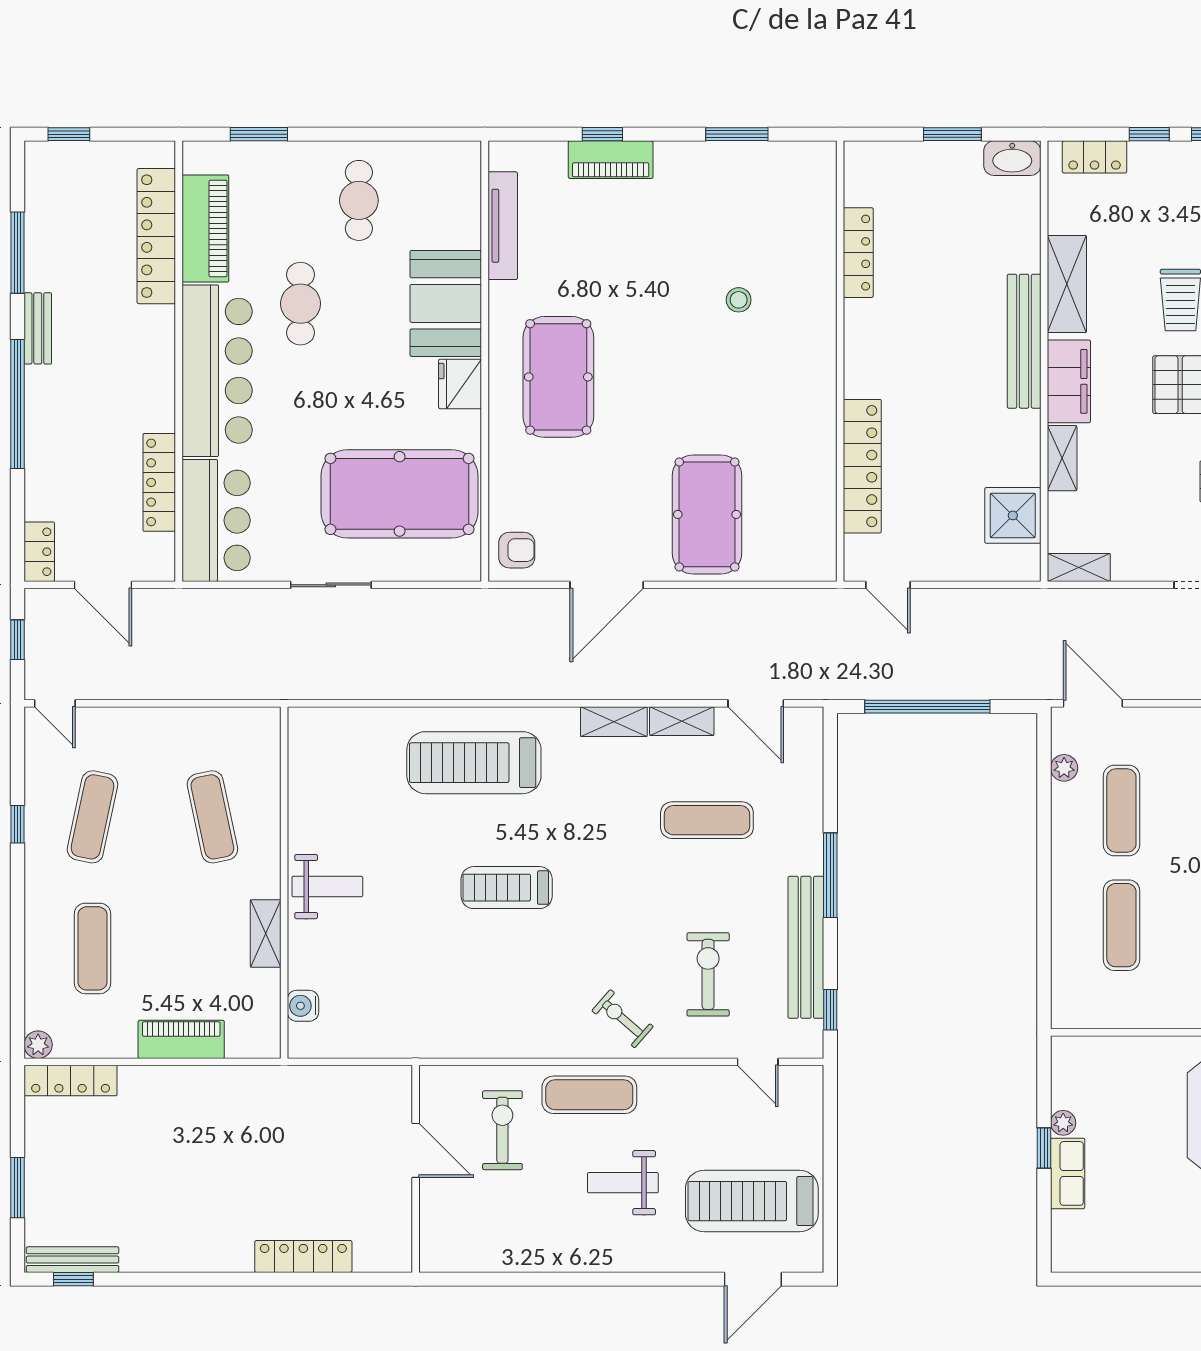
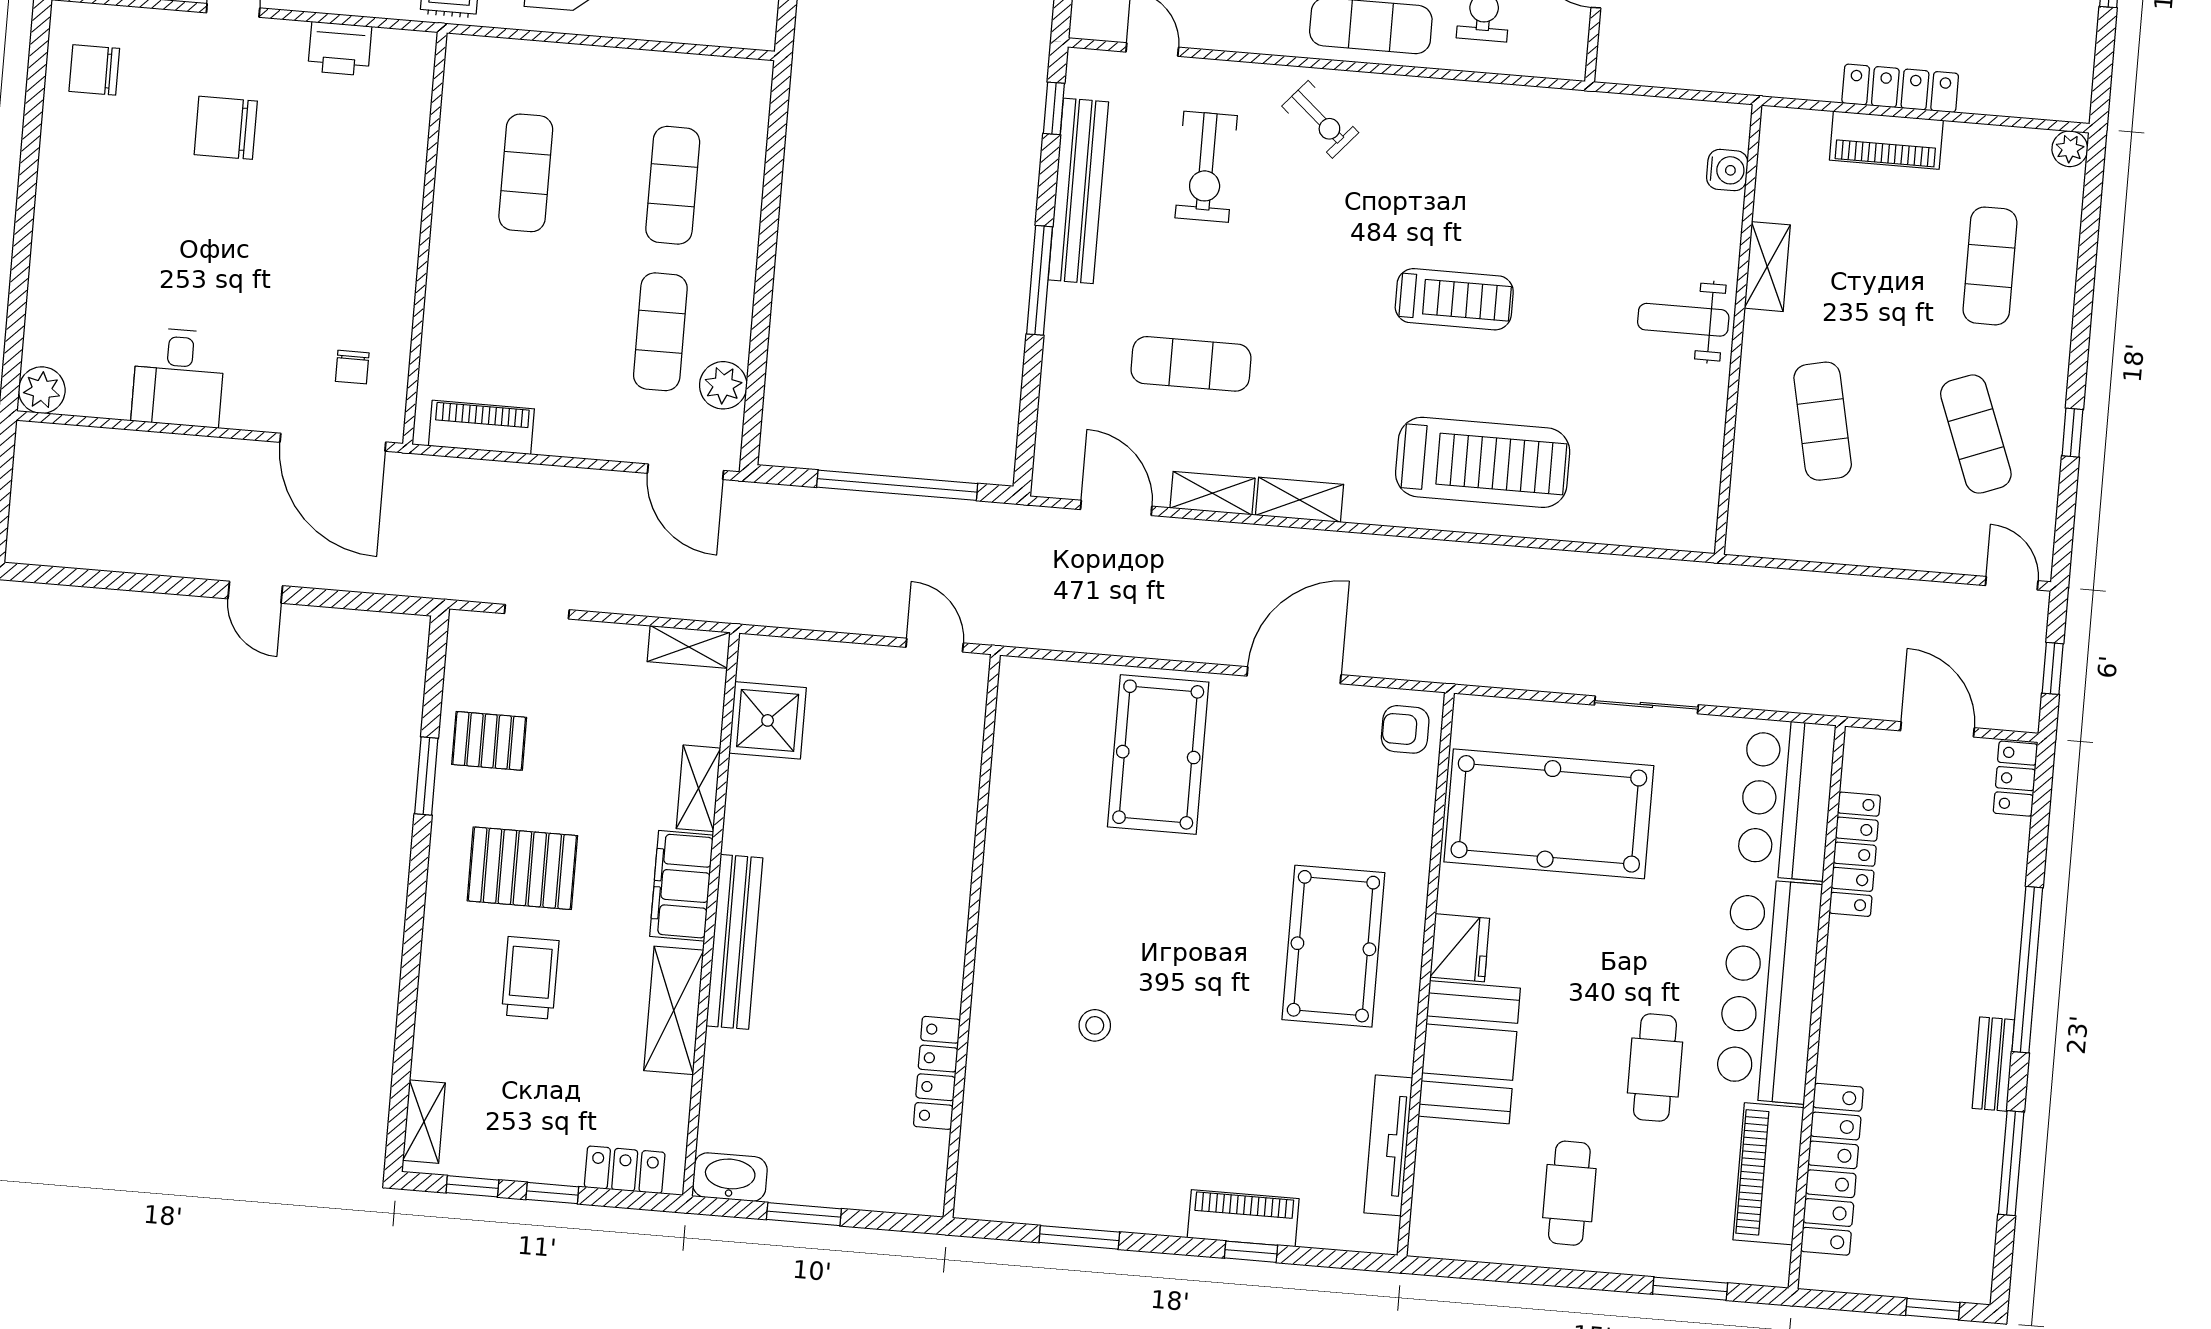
locker: (862, 466) -> (955, 800), removed
plant: (1064, 768) -> (723, 385), width x1.38, depth x1.38
exercise mat: (92, 817) -> (1976, 434), turned -33
locker: (71, 1081) -> (1900, 88), moved

